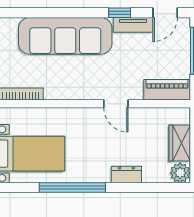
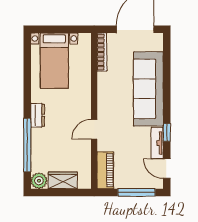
dresser: (126, 174) -> (38, 115), moved
window: (72, 188) -> (27, 145), moved

